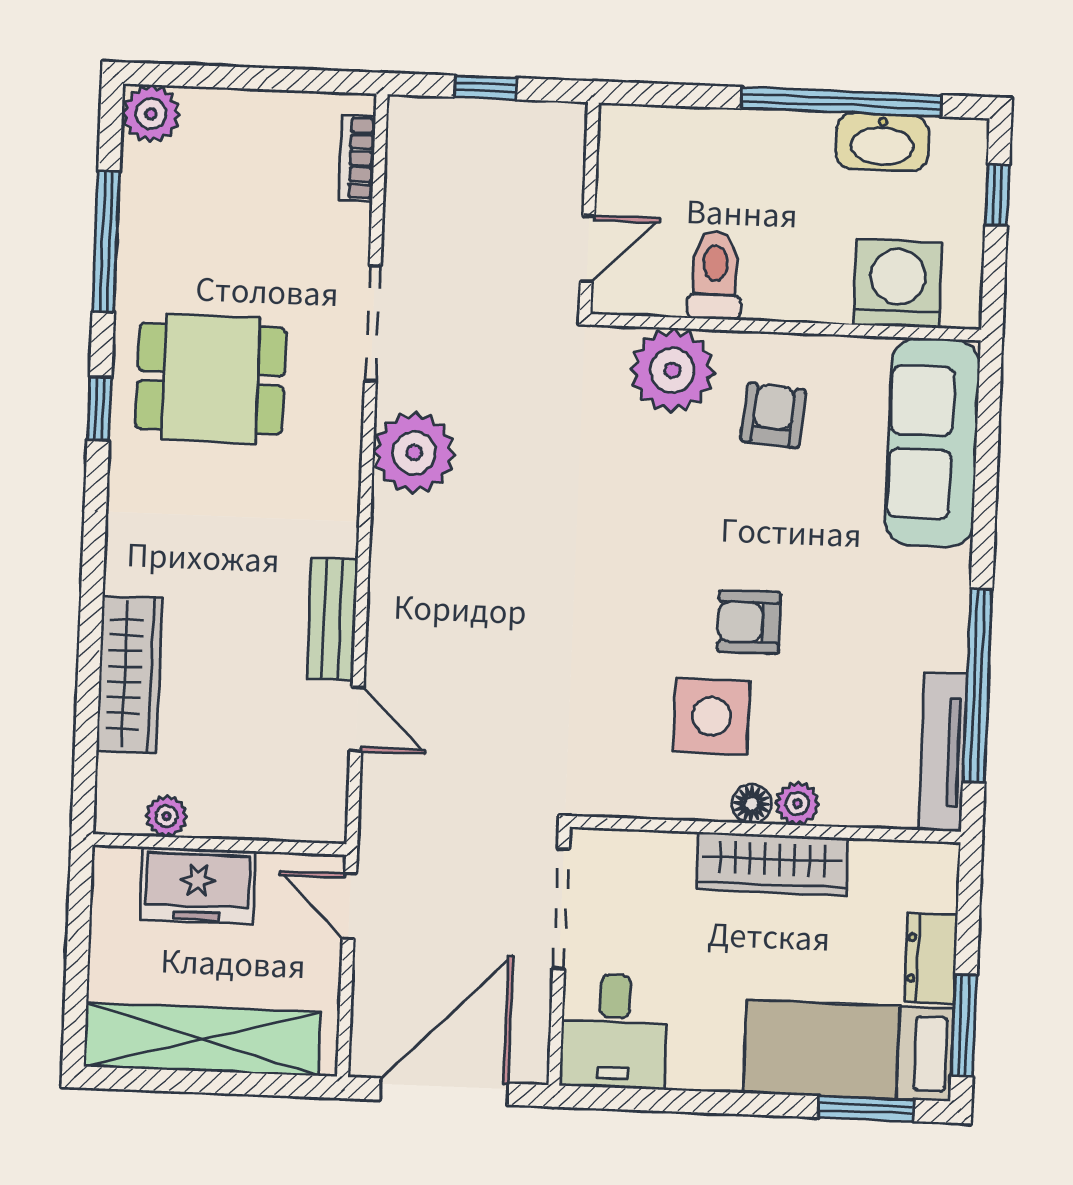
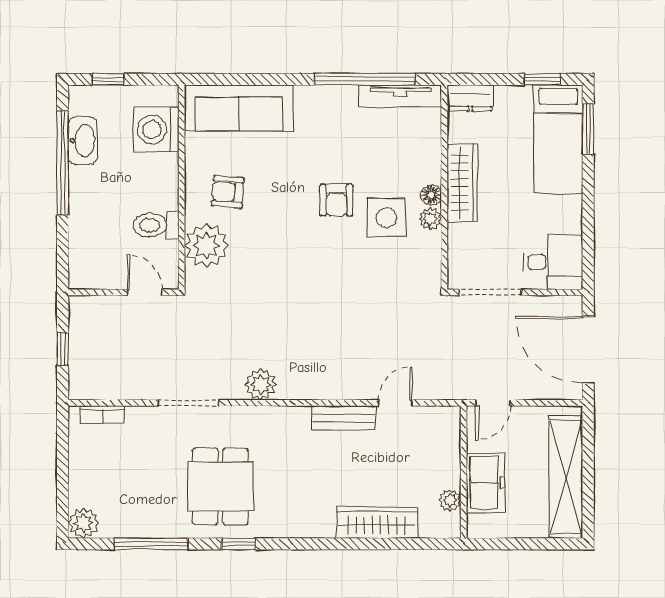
plant: (414, 453) -> (261, 384), width x0.73, depth x0.73
plant: (797, 803) -> (430, 219), moved
dresser: (931, 958) -> (470, 98), moved
window: (964, 1025) -> (542, 79), width x0.67

